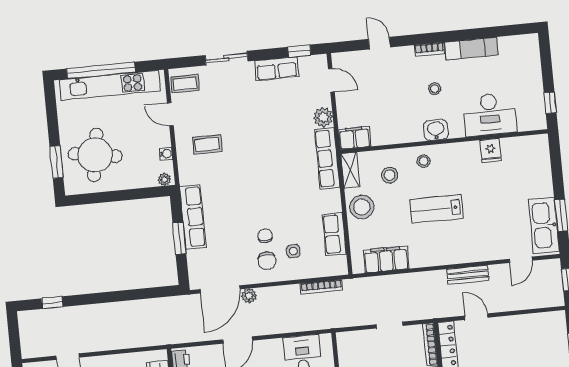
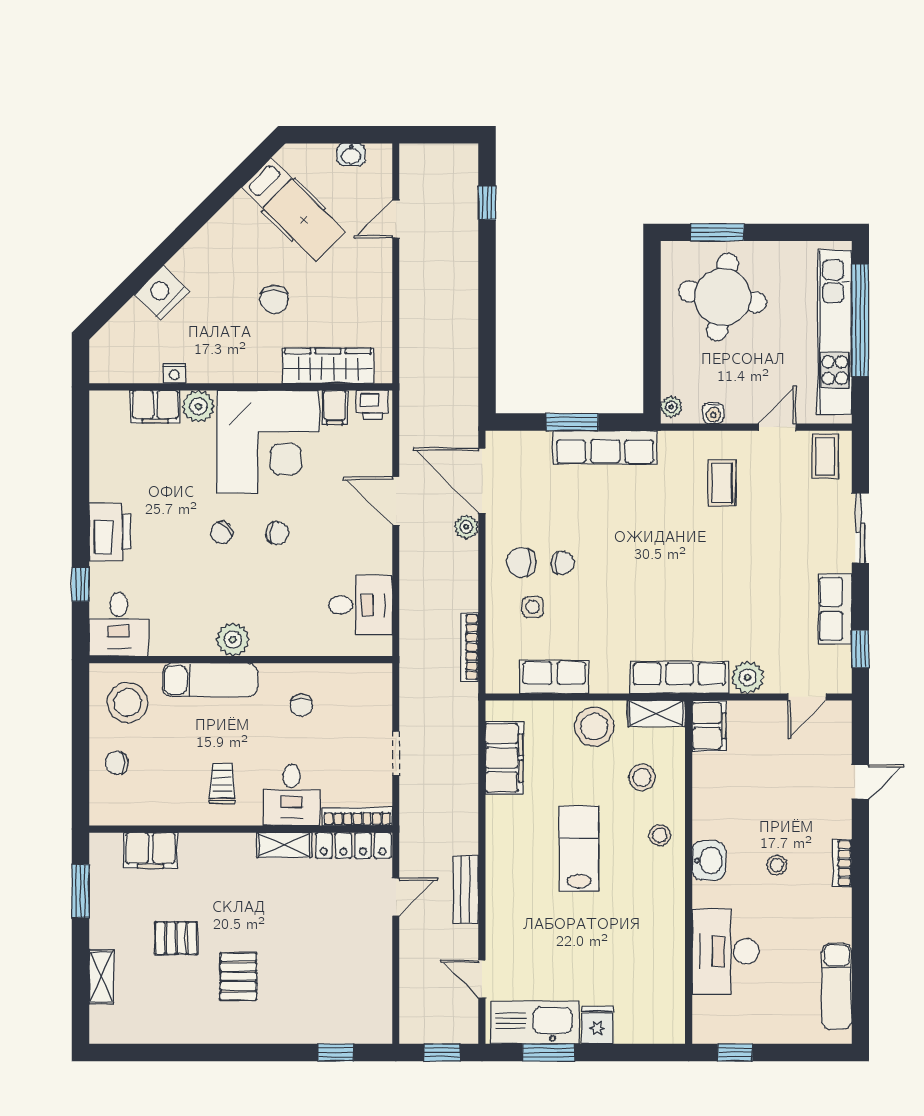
exam couch: (472, 49) -> (837, 986), moved
fridge: (491, 150) -> (597, 1025), moved, turned 90

